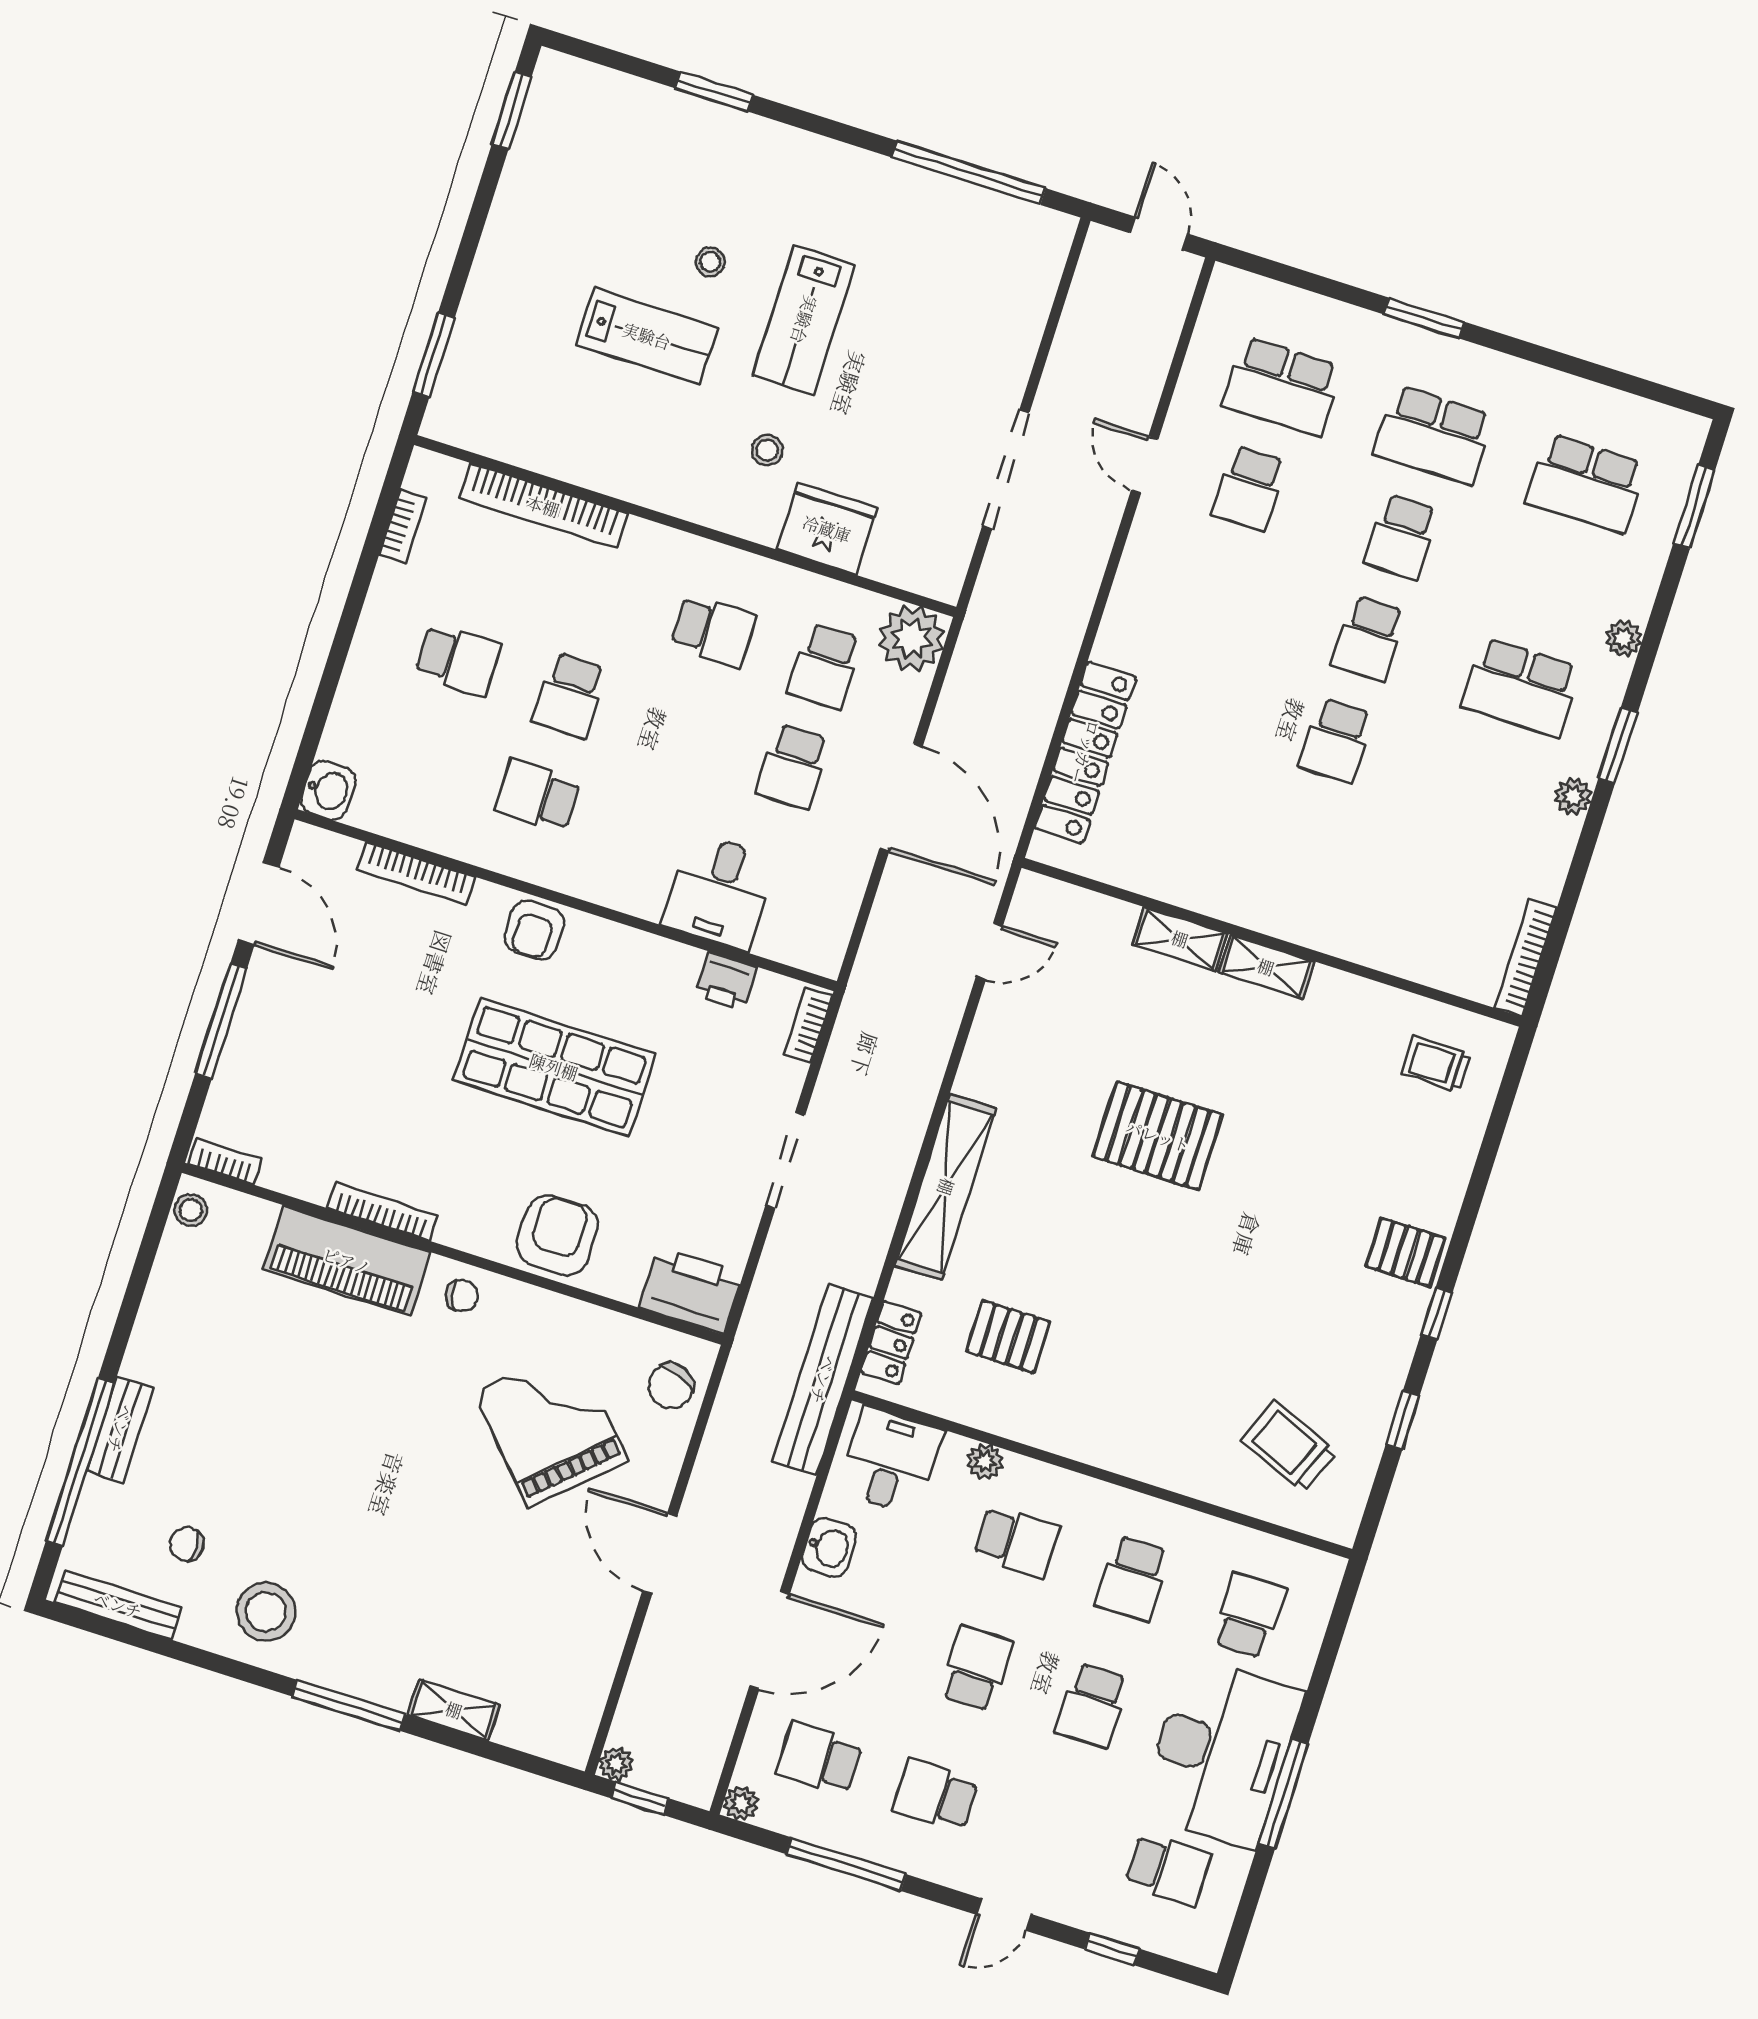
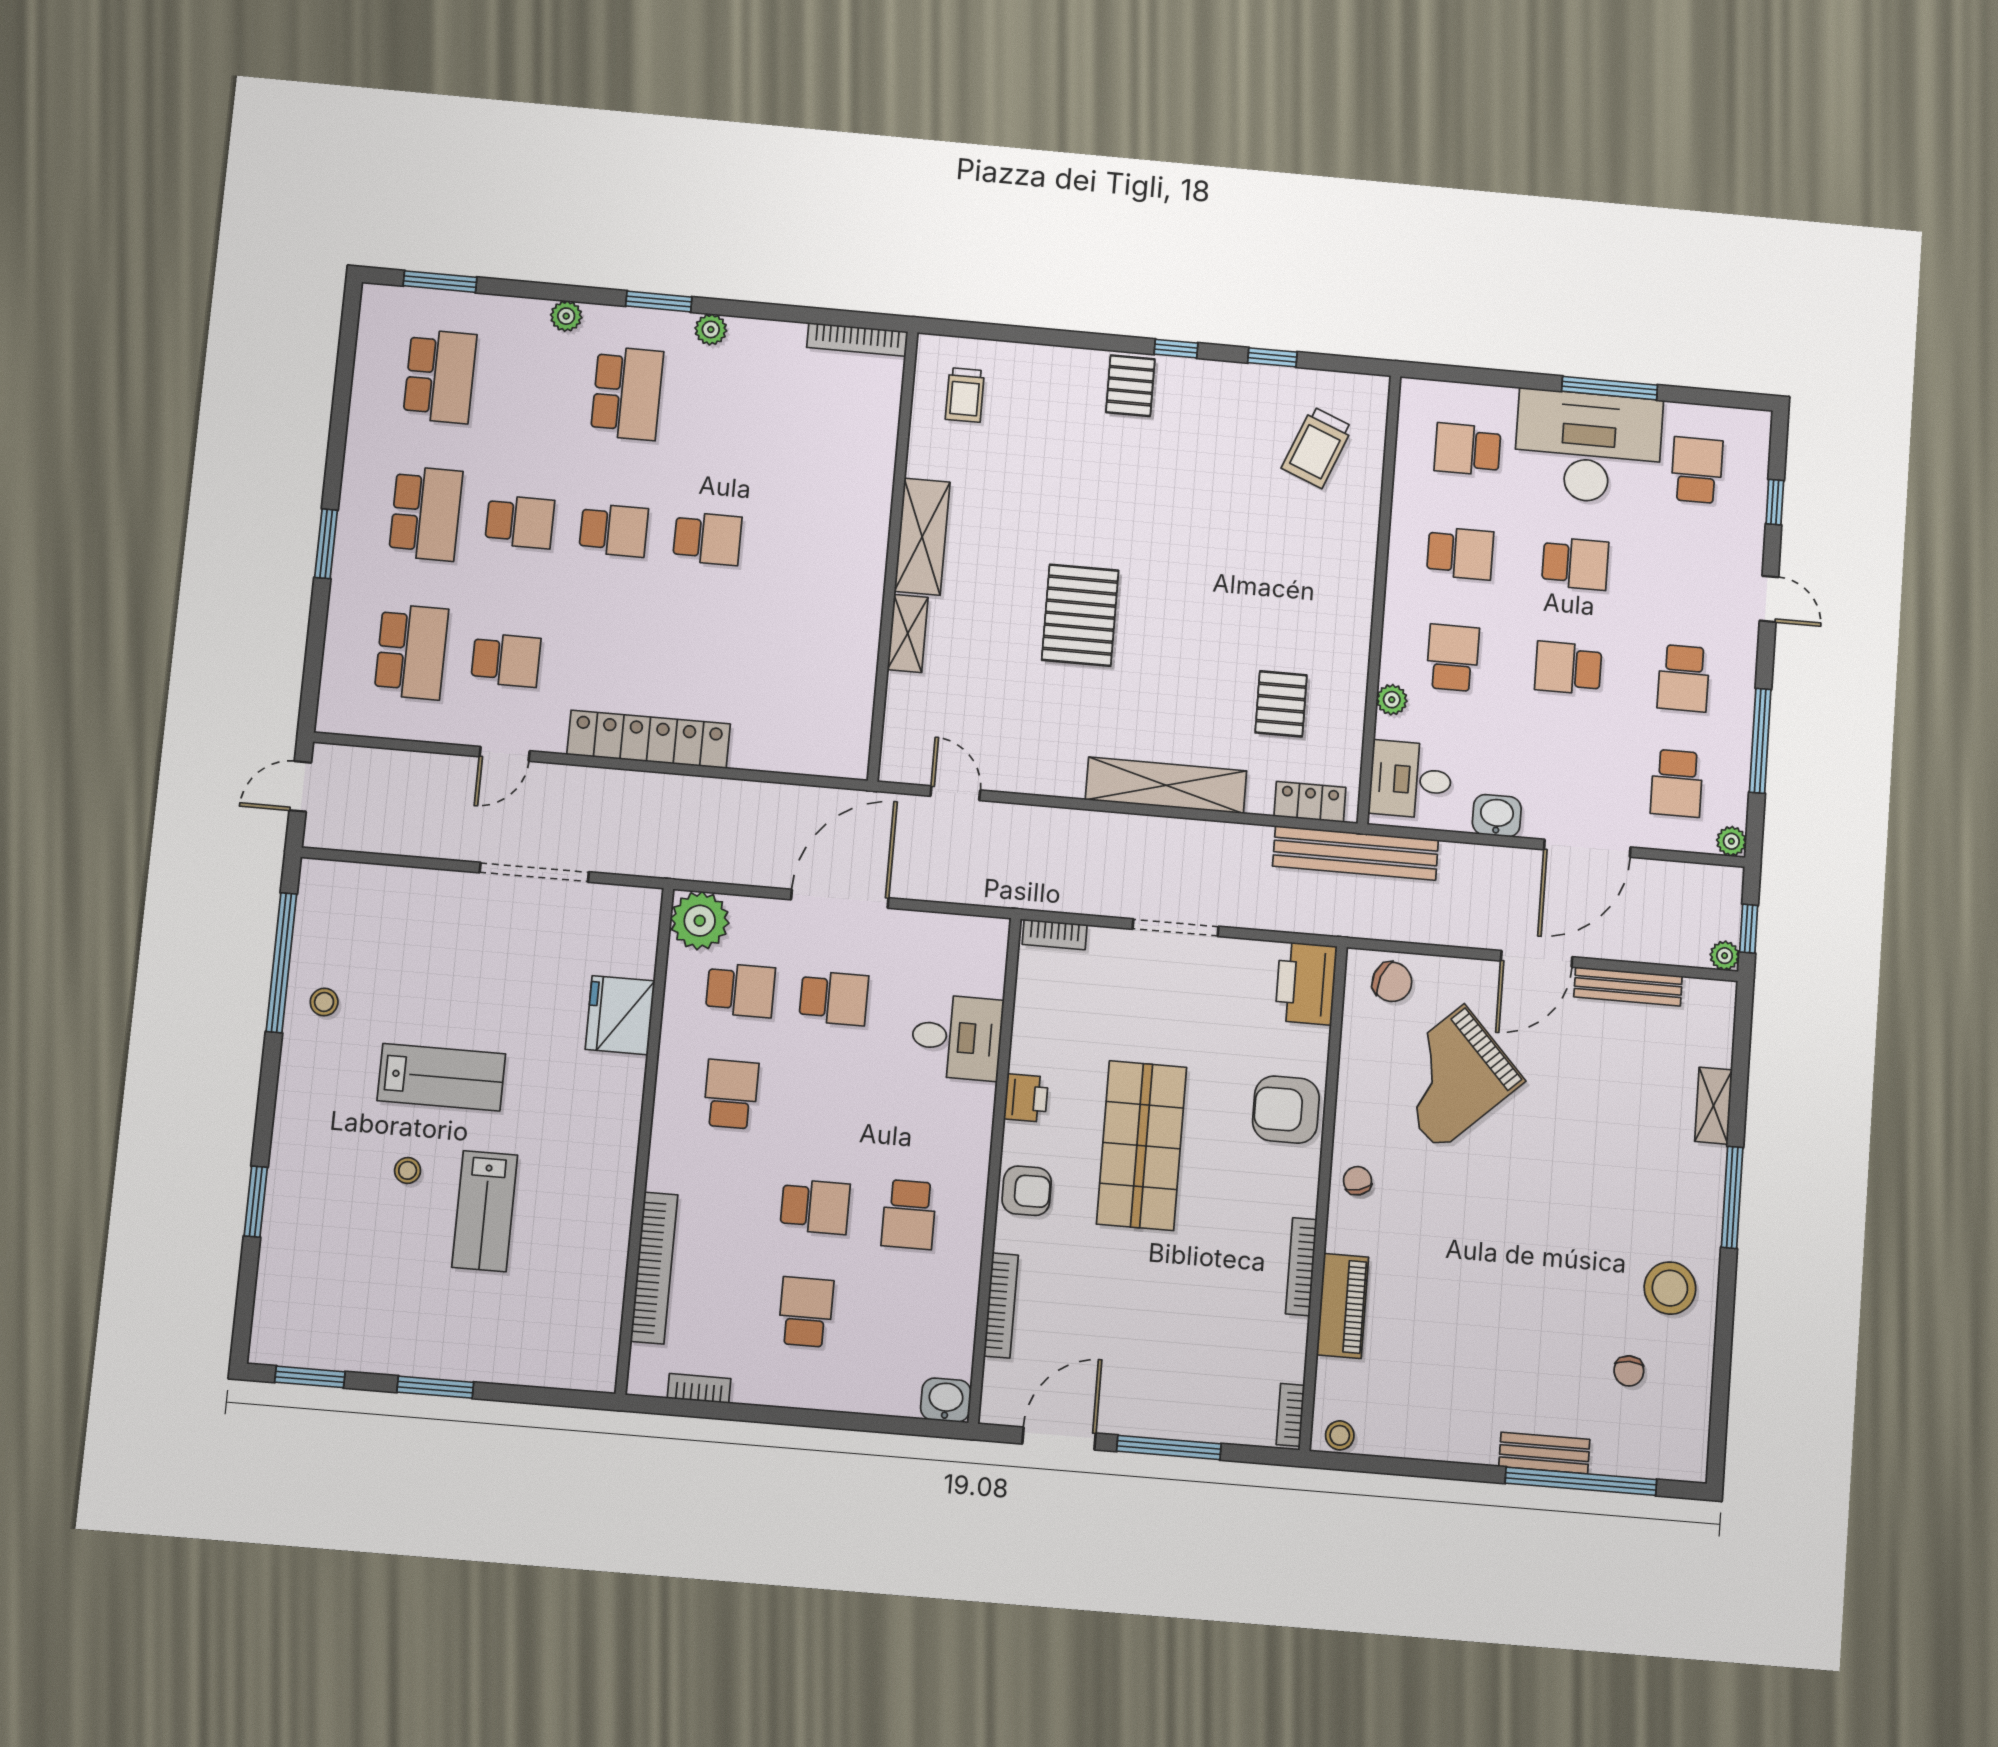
lab bench: (647, 336) -> (485, 1211), turned 180
window: (434, 355) -> (435, 1387), moved
stool: (767, 450) -> (324, 1002), moved
locker: (1085, 752) -> (649, 739), moved
shelving: (1266, 967) -> (922, 537), width x1.50, depth x1.33
printer: (726, 981) -> (1026, 1098), moved
piano: (347, 1261) -> (1343, 1306), width x0.73, depth x0.75
bench: (118, 1605) -> (1628, 986), moved, turned 90
door: (770, 1640) -> (1587, 848), swing flipped

